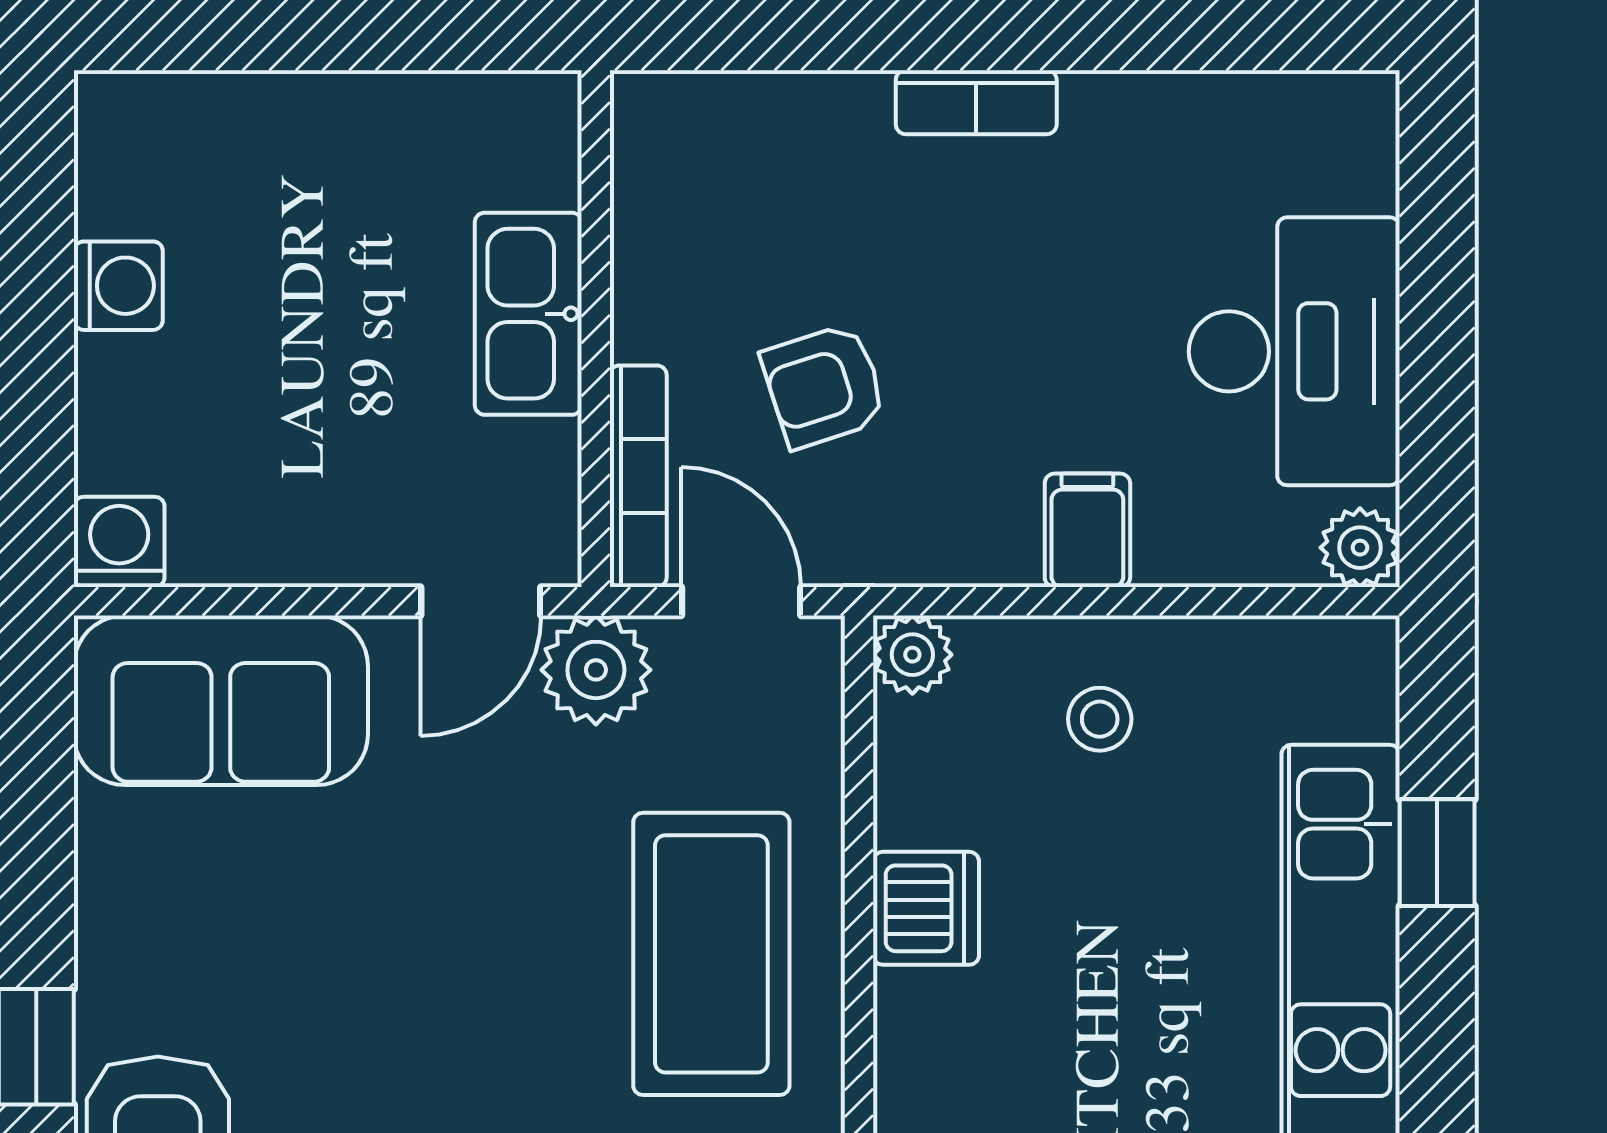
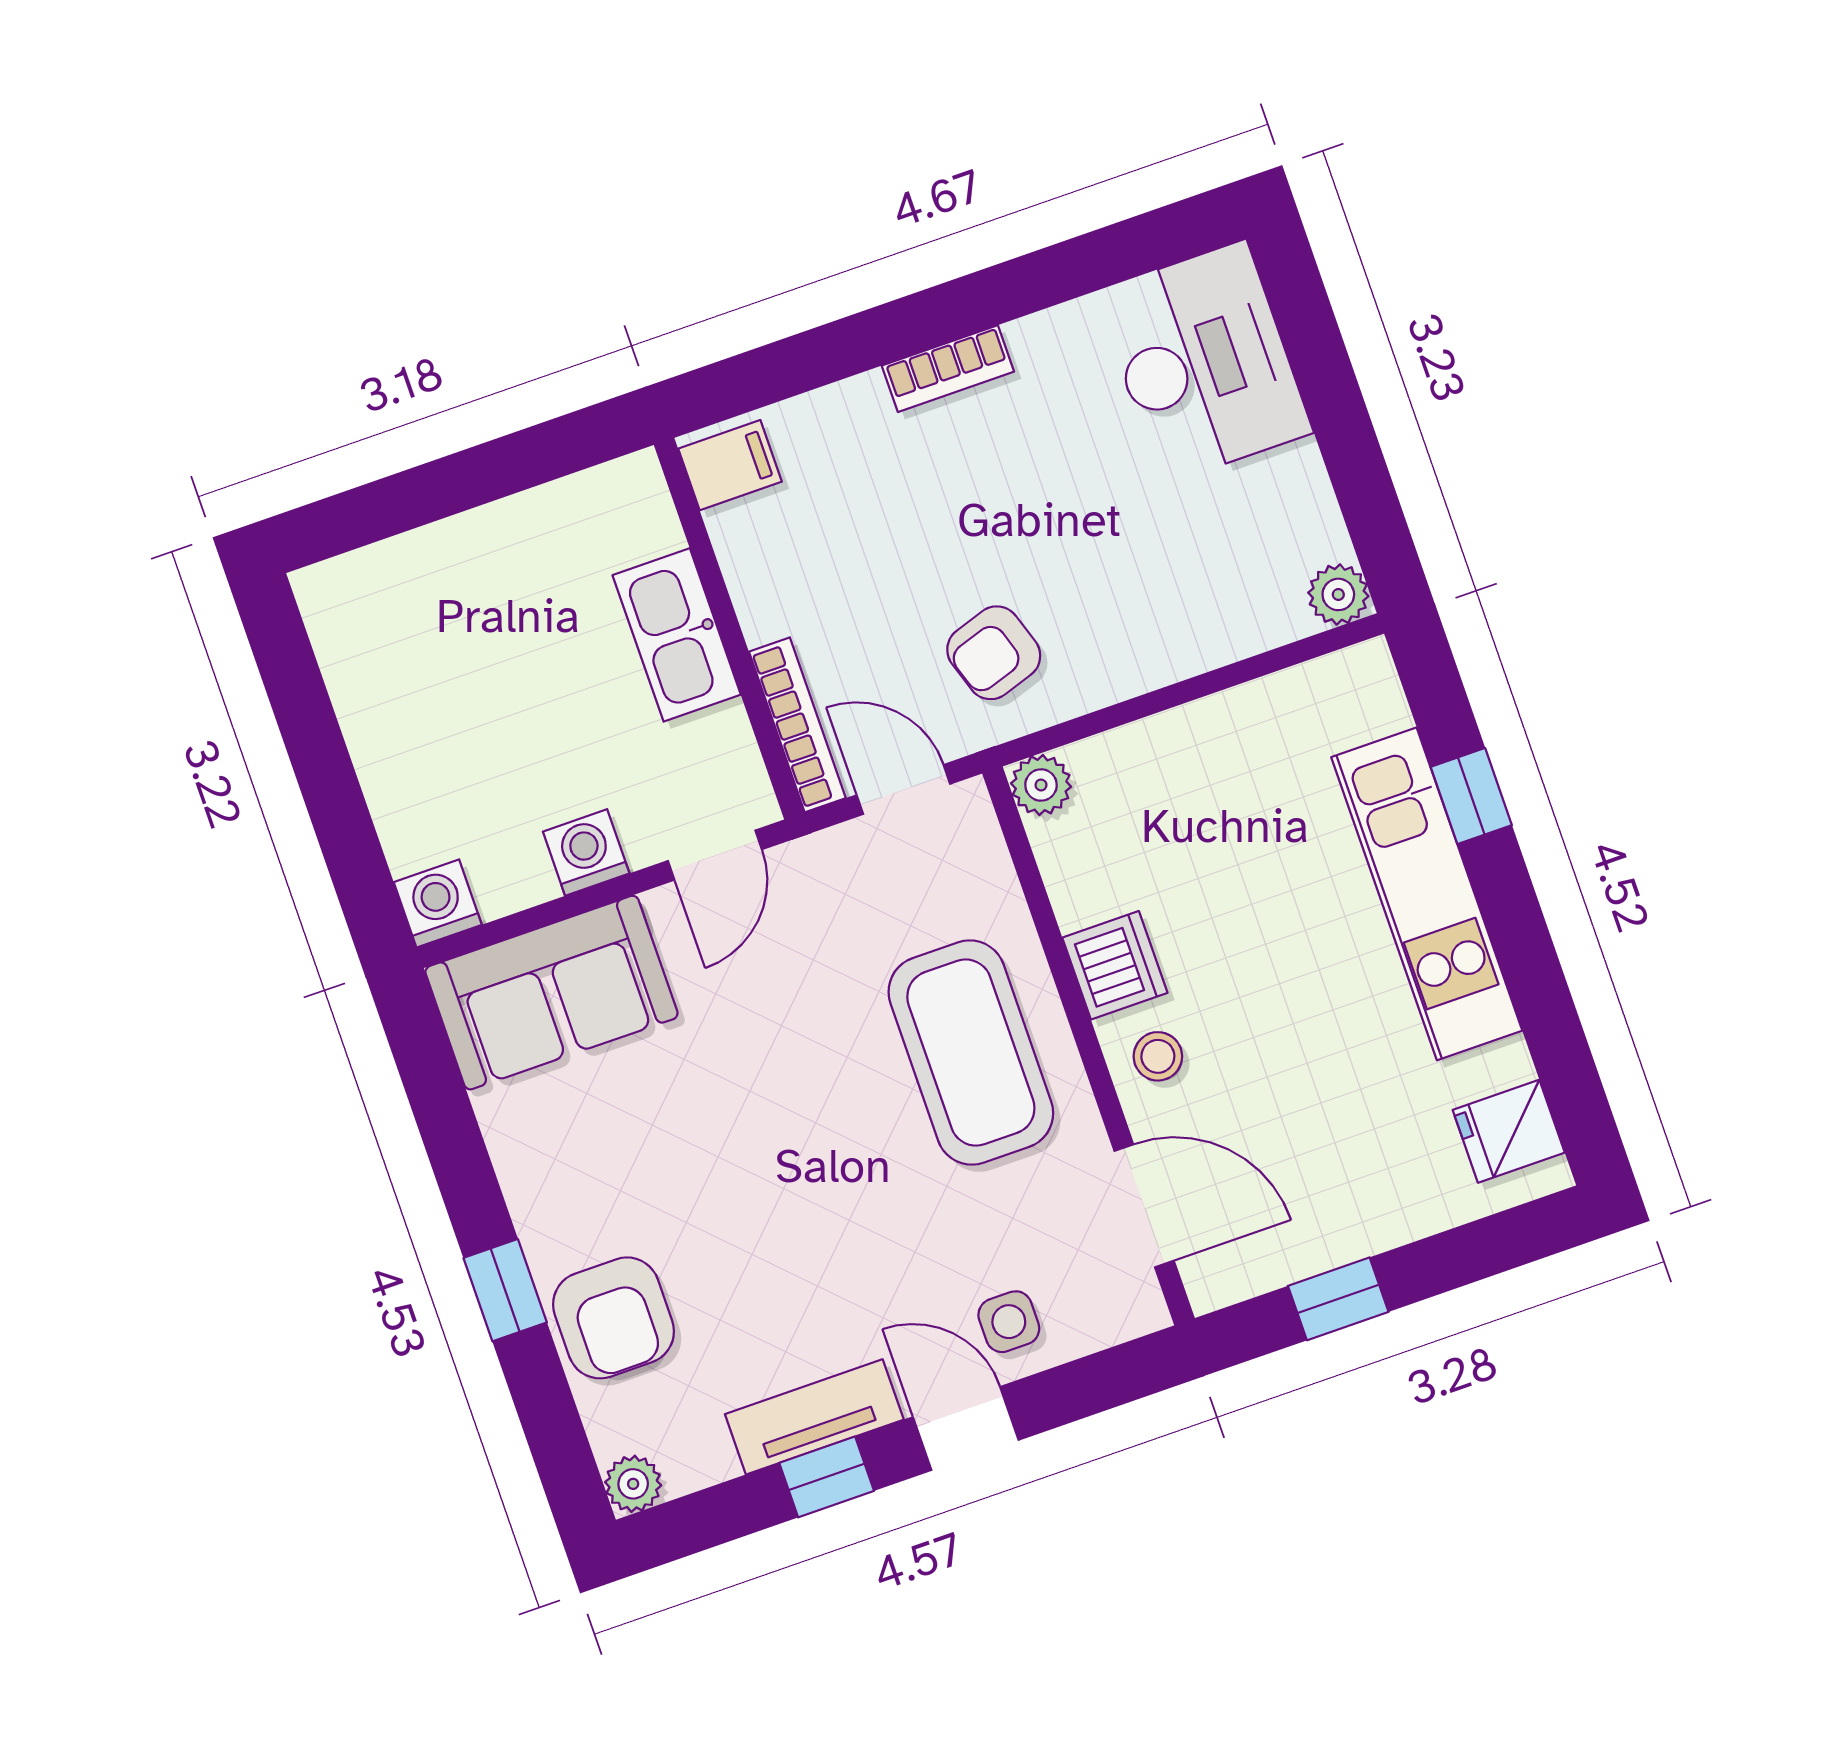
washing machine: (118, 286) -> (586, 852), moved, turned -90
desk: (1294, 351) -> (1204, 362), moved
armchair: (824, 386) -> (994, 653), moved
filing cabinet: (1087, 530) -> (730, 465), moved, turned 90
plant: (596, 670) -> (816, 876), removed
stool: (1100, 719) -> (1158, 1056), moved

